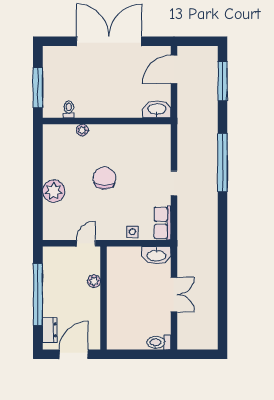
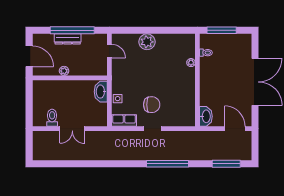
chair: (104, 178) -> (152, 105), moved
door: (86, 243) -> (109, 51), moved
washbasin: (156, 255) -> (101, 92), moved
plant: (94, 281) -> (64, 71), moved
dresser: (50, 330) -> (68, 39), moved, width x1.44
toilet: (159, 342) -> (52, 118), moved

